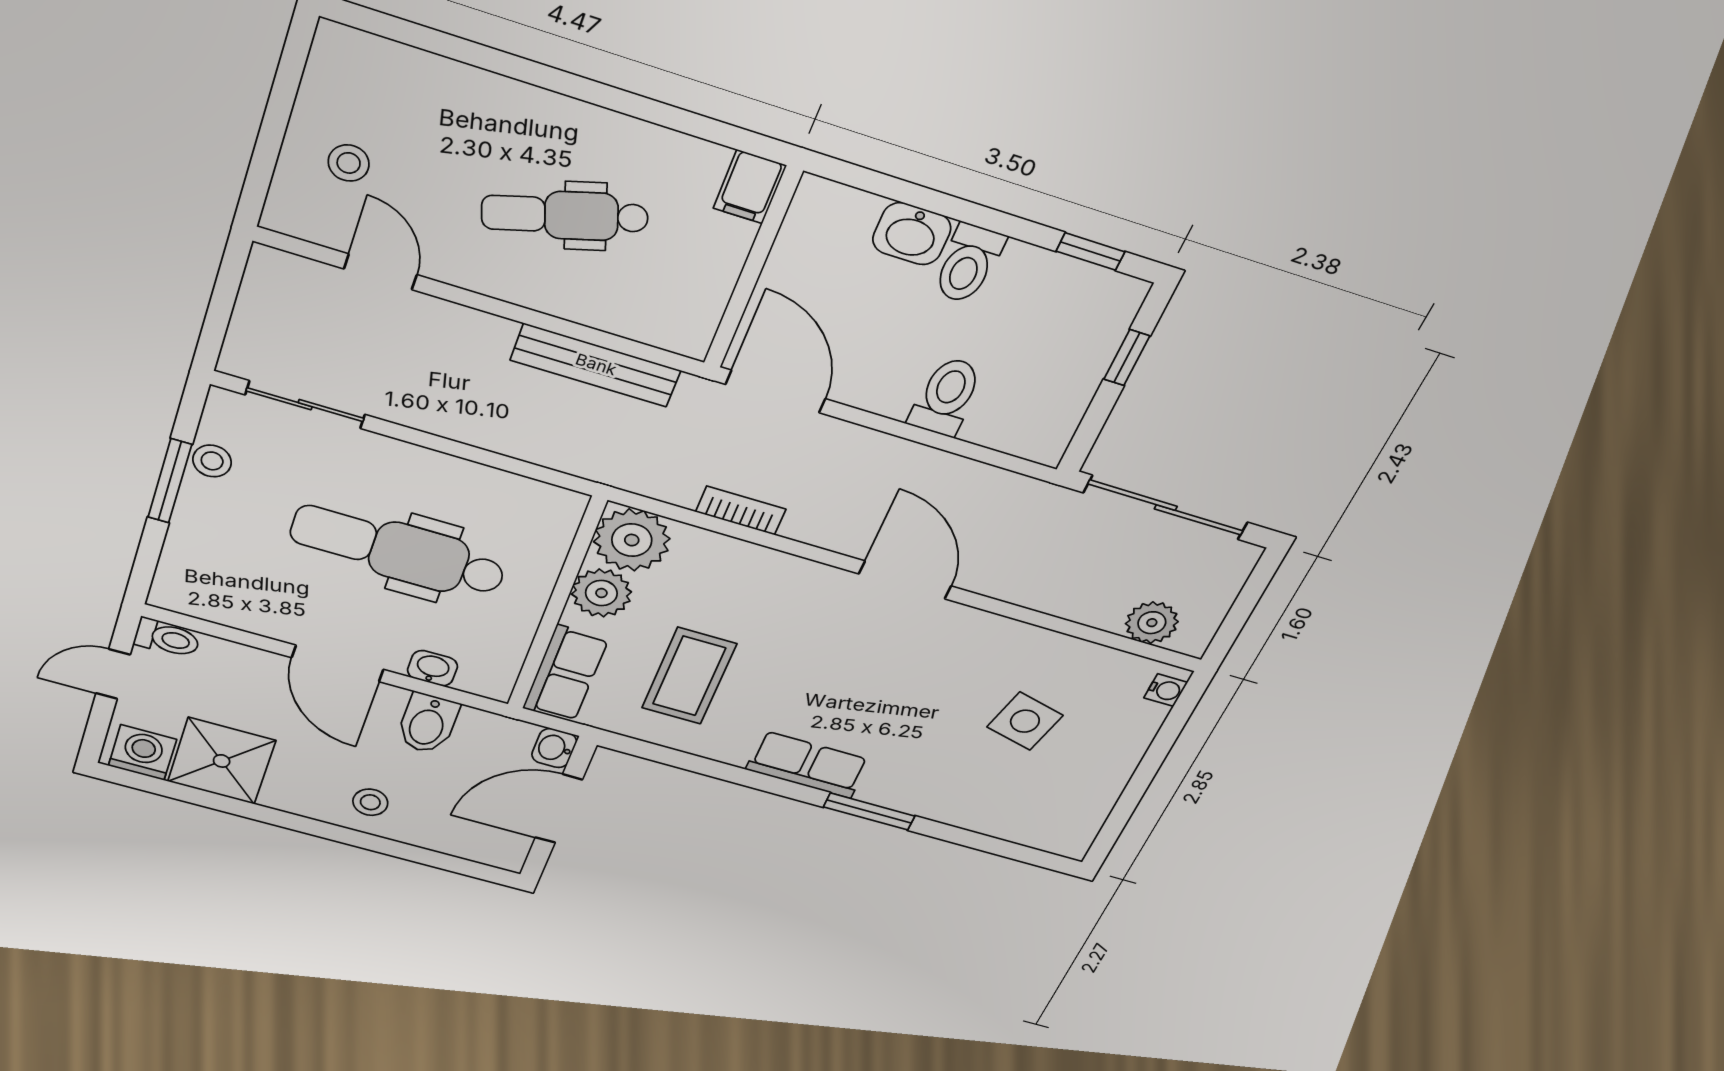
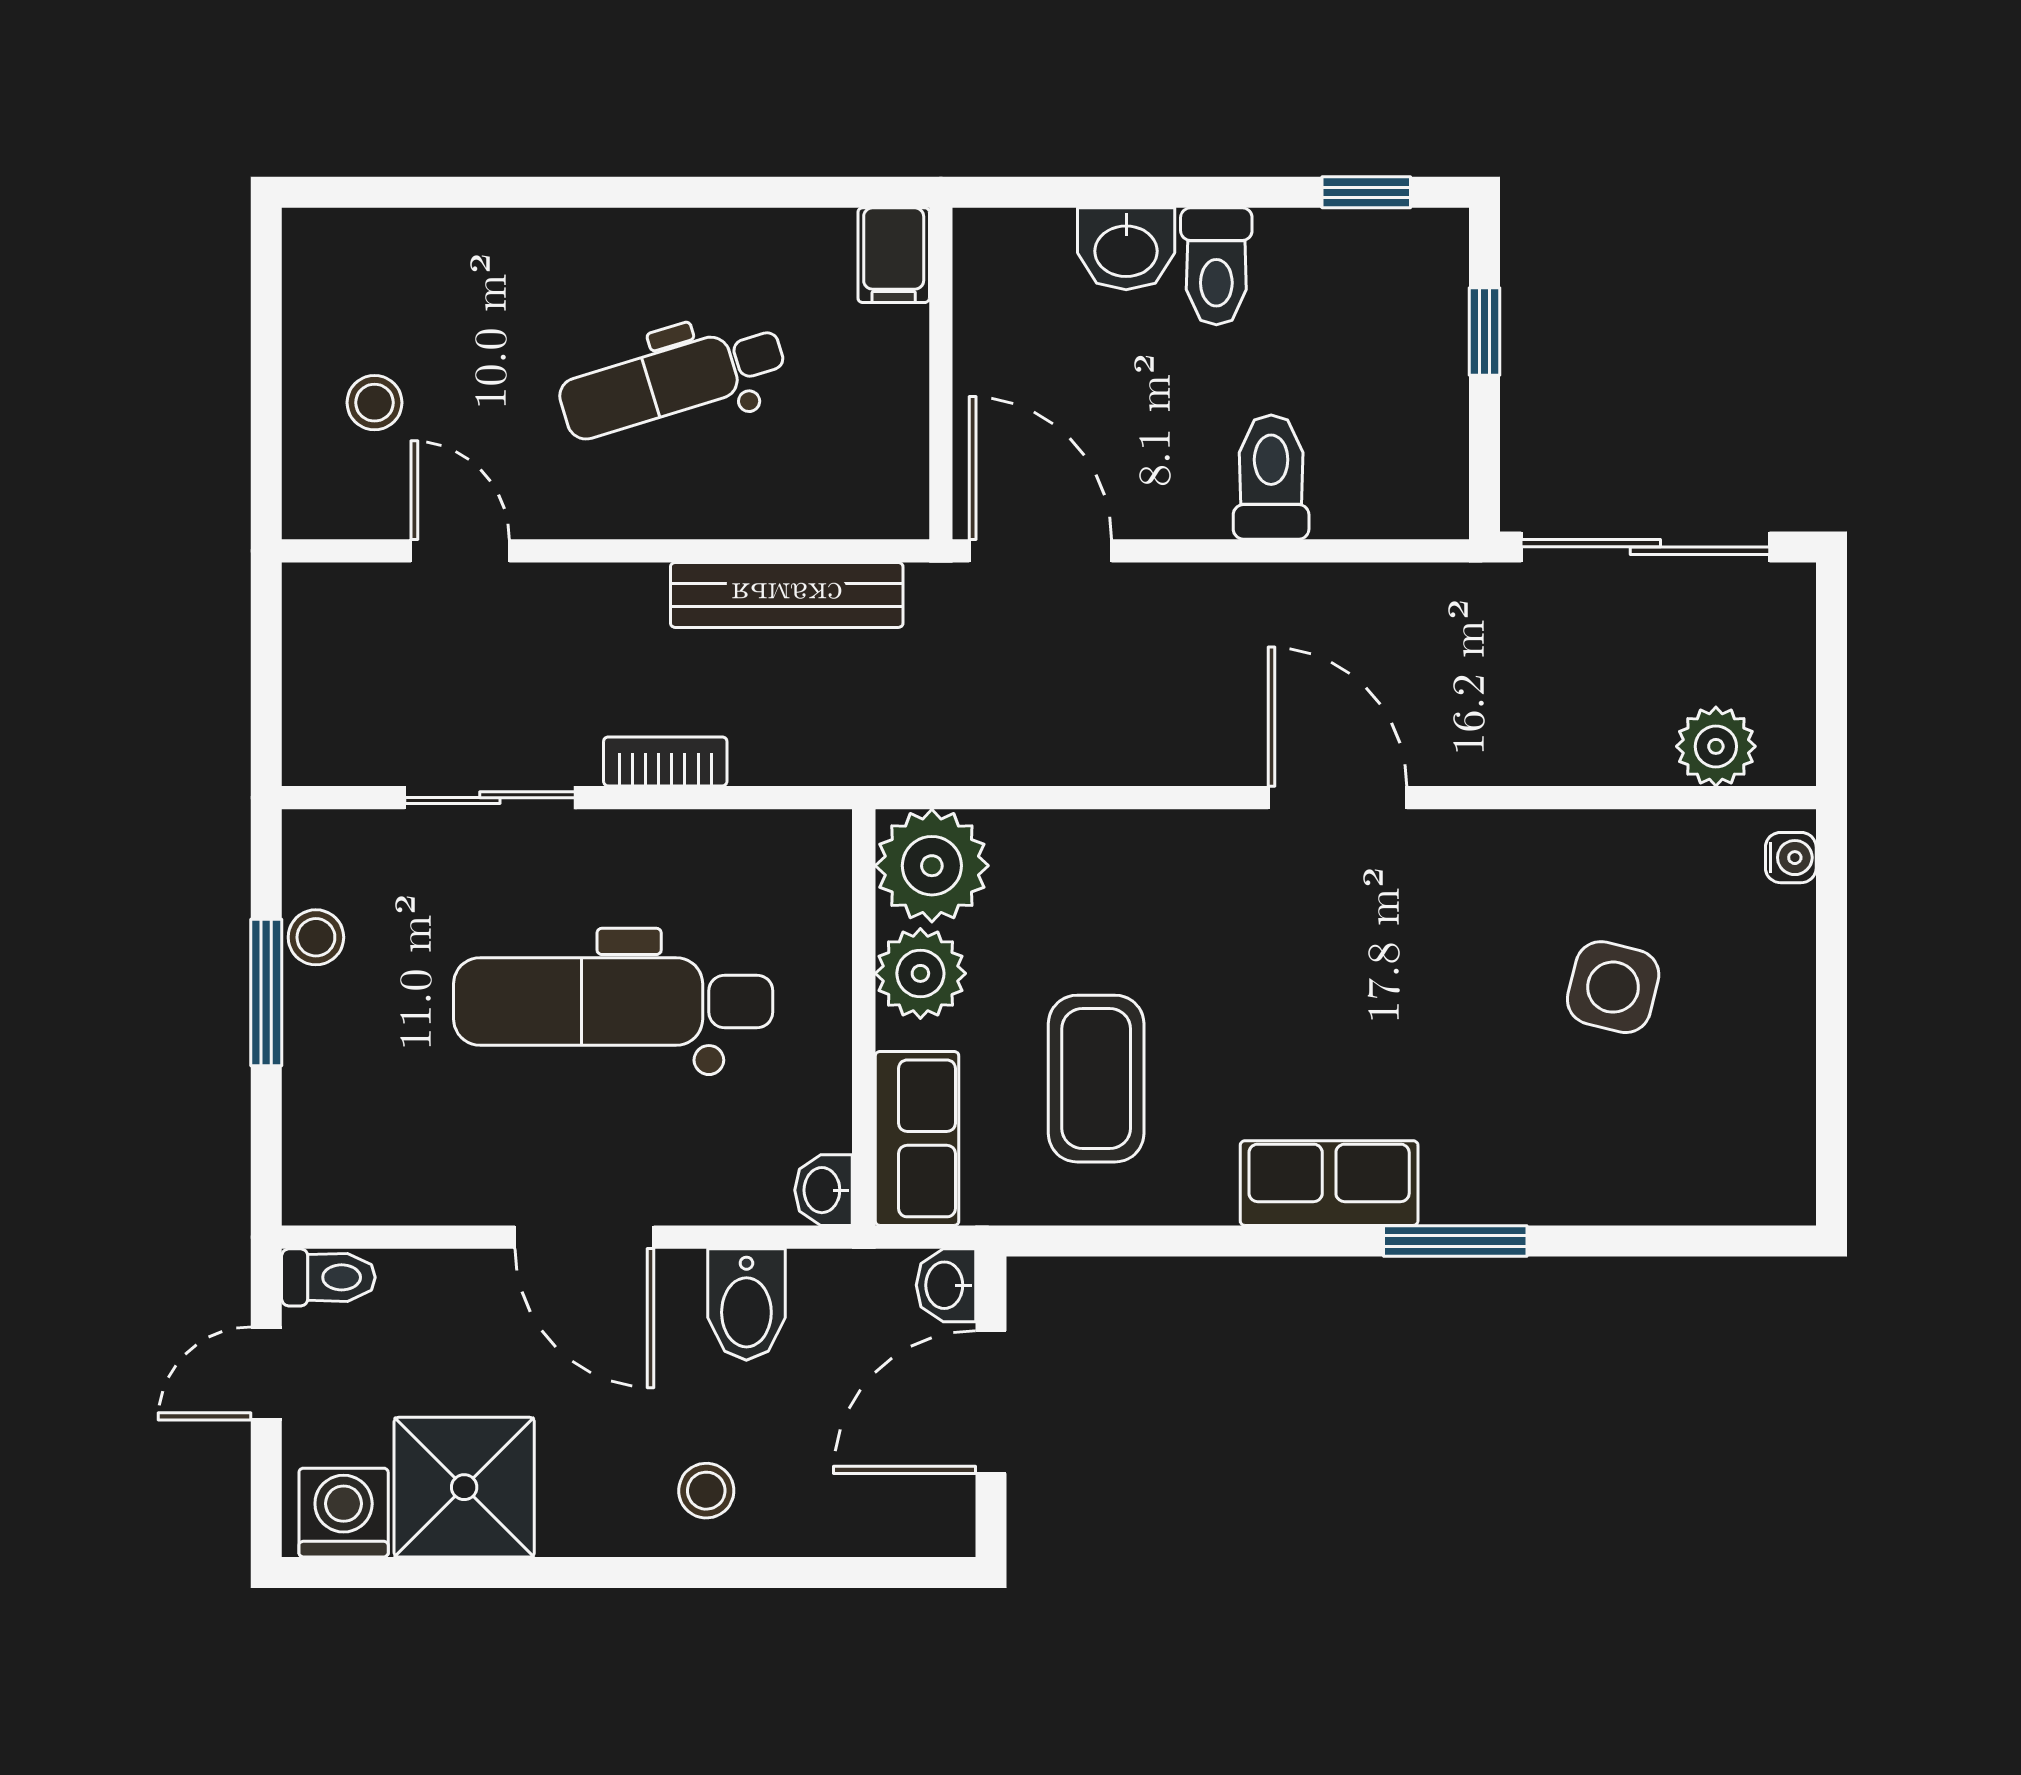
sliding door: (305, 405) -> (490, 798), moved
bookcase: (741, 511) -> (665, 761), moved
washbasin: (432, 668) -> (824, 1190), moved, turned -90

